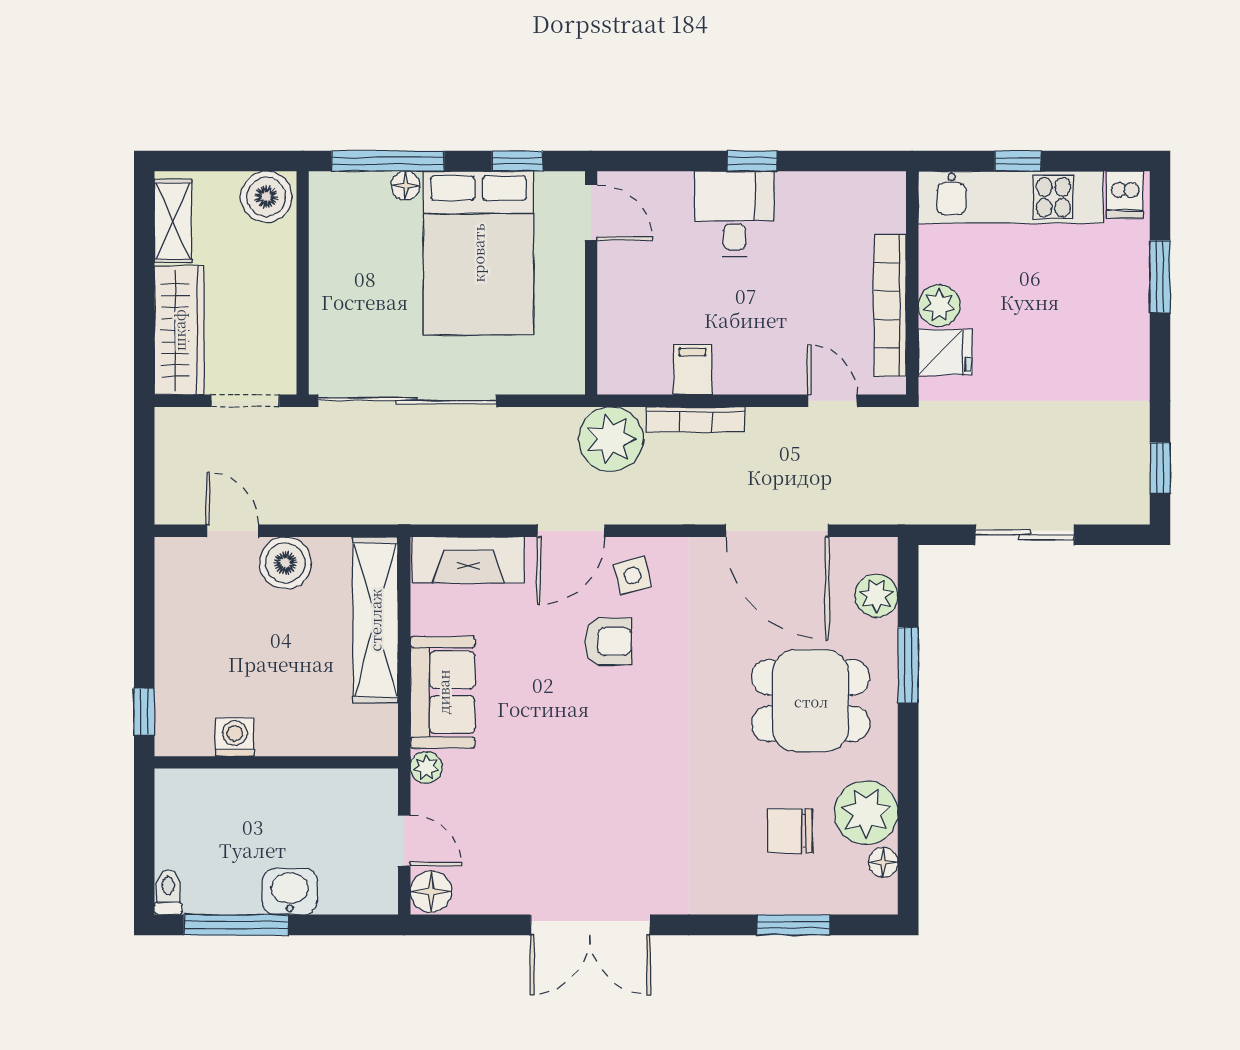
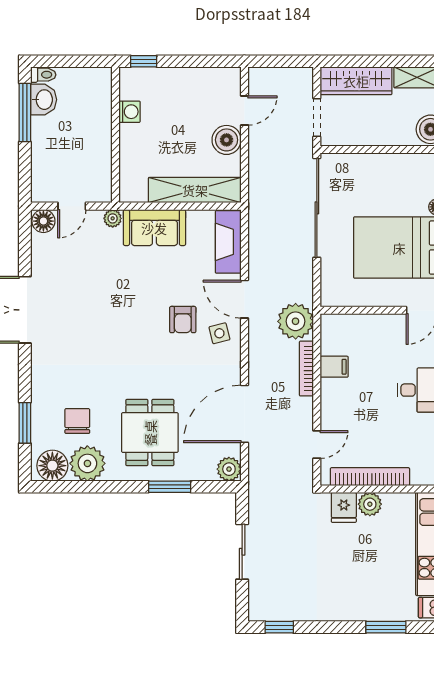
plant: (876, 596) -> (229, 469), moved
floor lamp: (883, 862) -> (52, 466), width x1.89, depth x1.89
washbasin: (290, 891) -> (44, 100), moved

